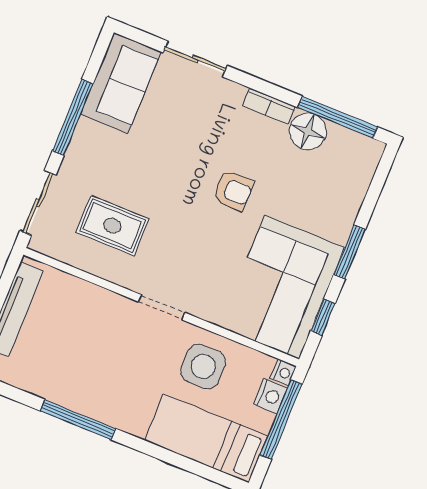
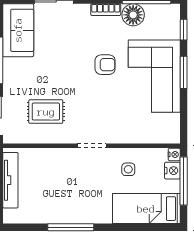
corner sofa: (282, 287) -> (154, 76), moved
window: (323, 317) -> (184, 30), moved
side table: (203, 366) -> (128, 169), width x0.54, depth x0.54

